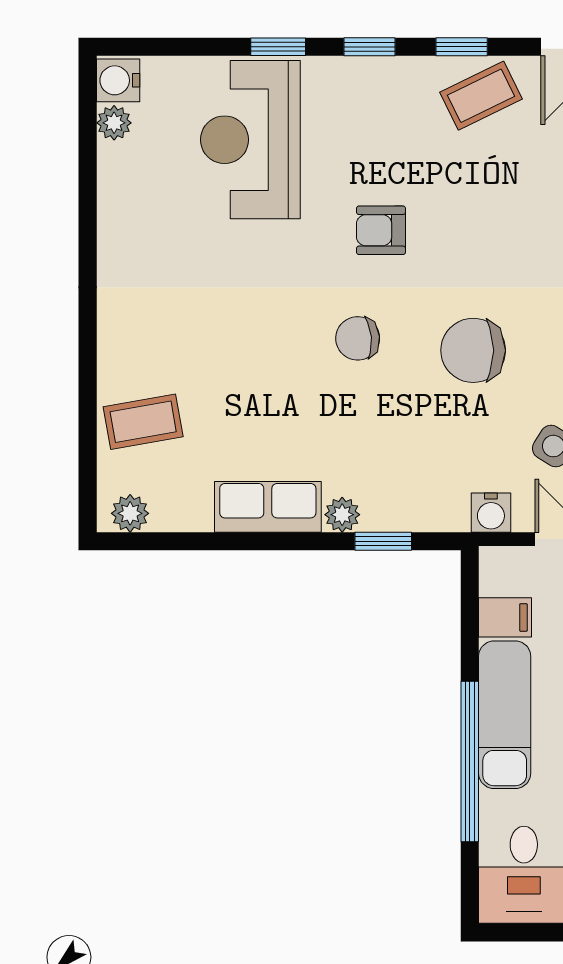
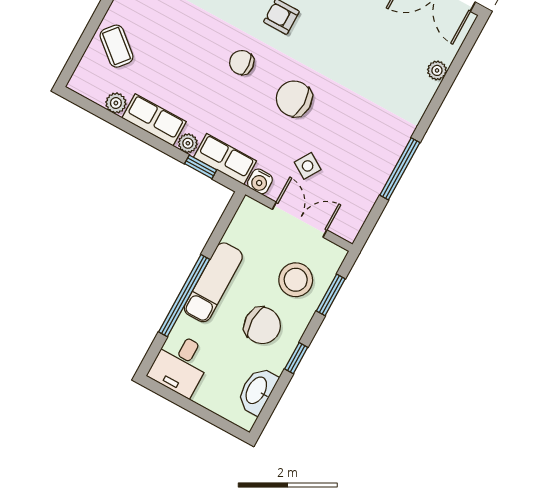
coffee table: (143, 422) -> (117, 46), turned 50
row of seats: (416, 507) -> (225, 159), added
plant: (130, 513) -> (116, 103), moved
filing cabinet: (505, 617) -> (239, 236), removed

